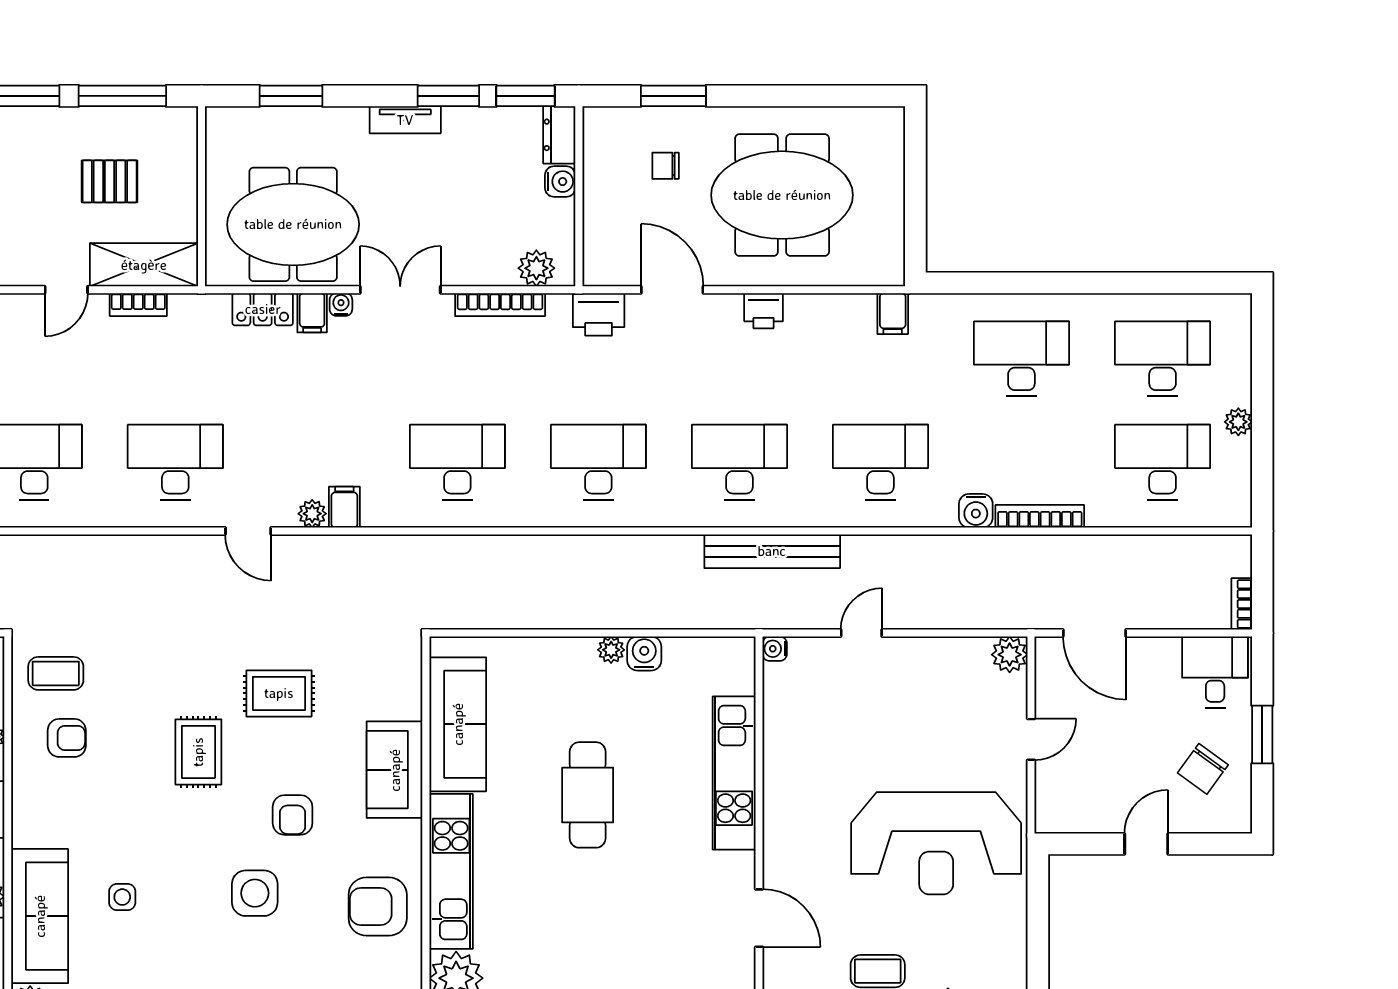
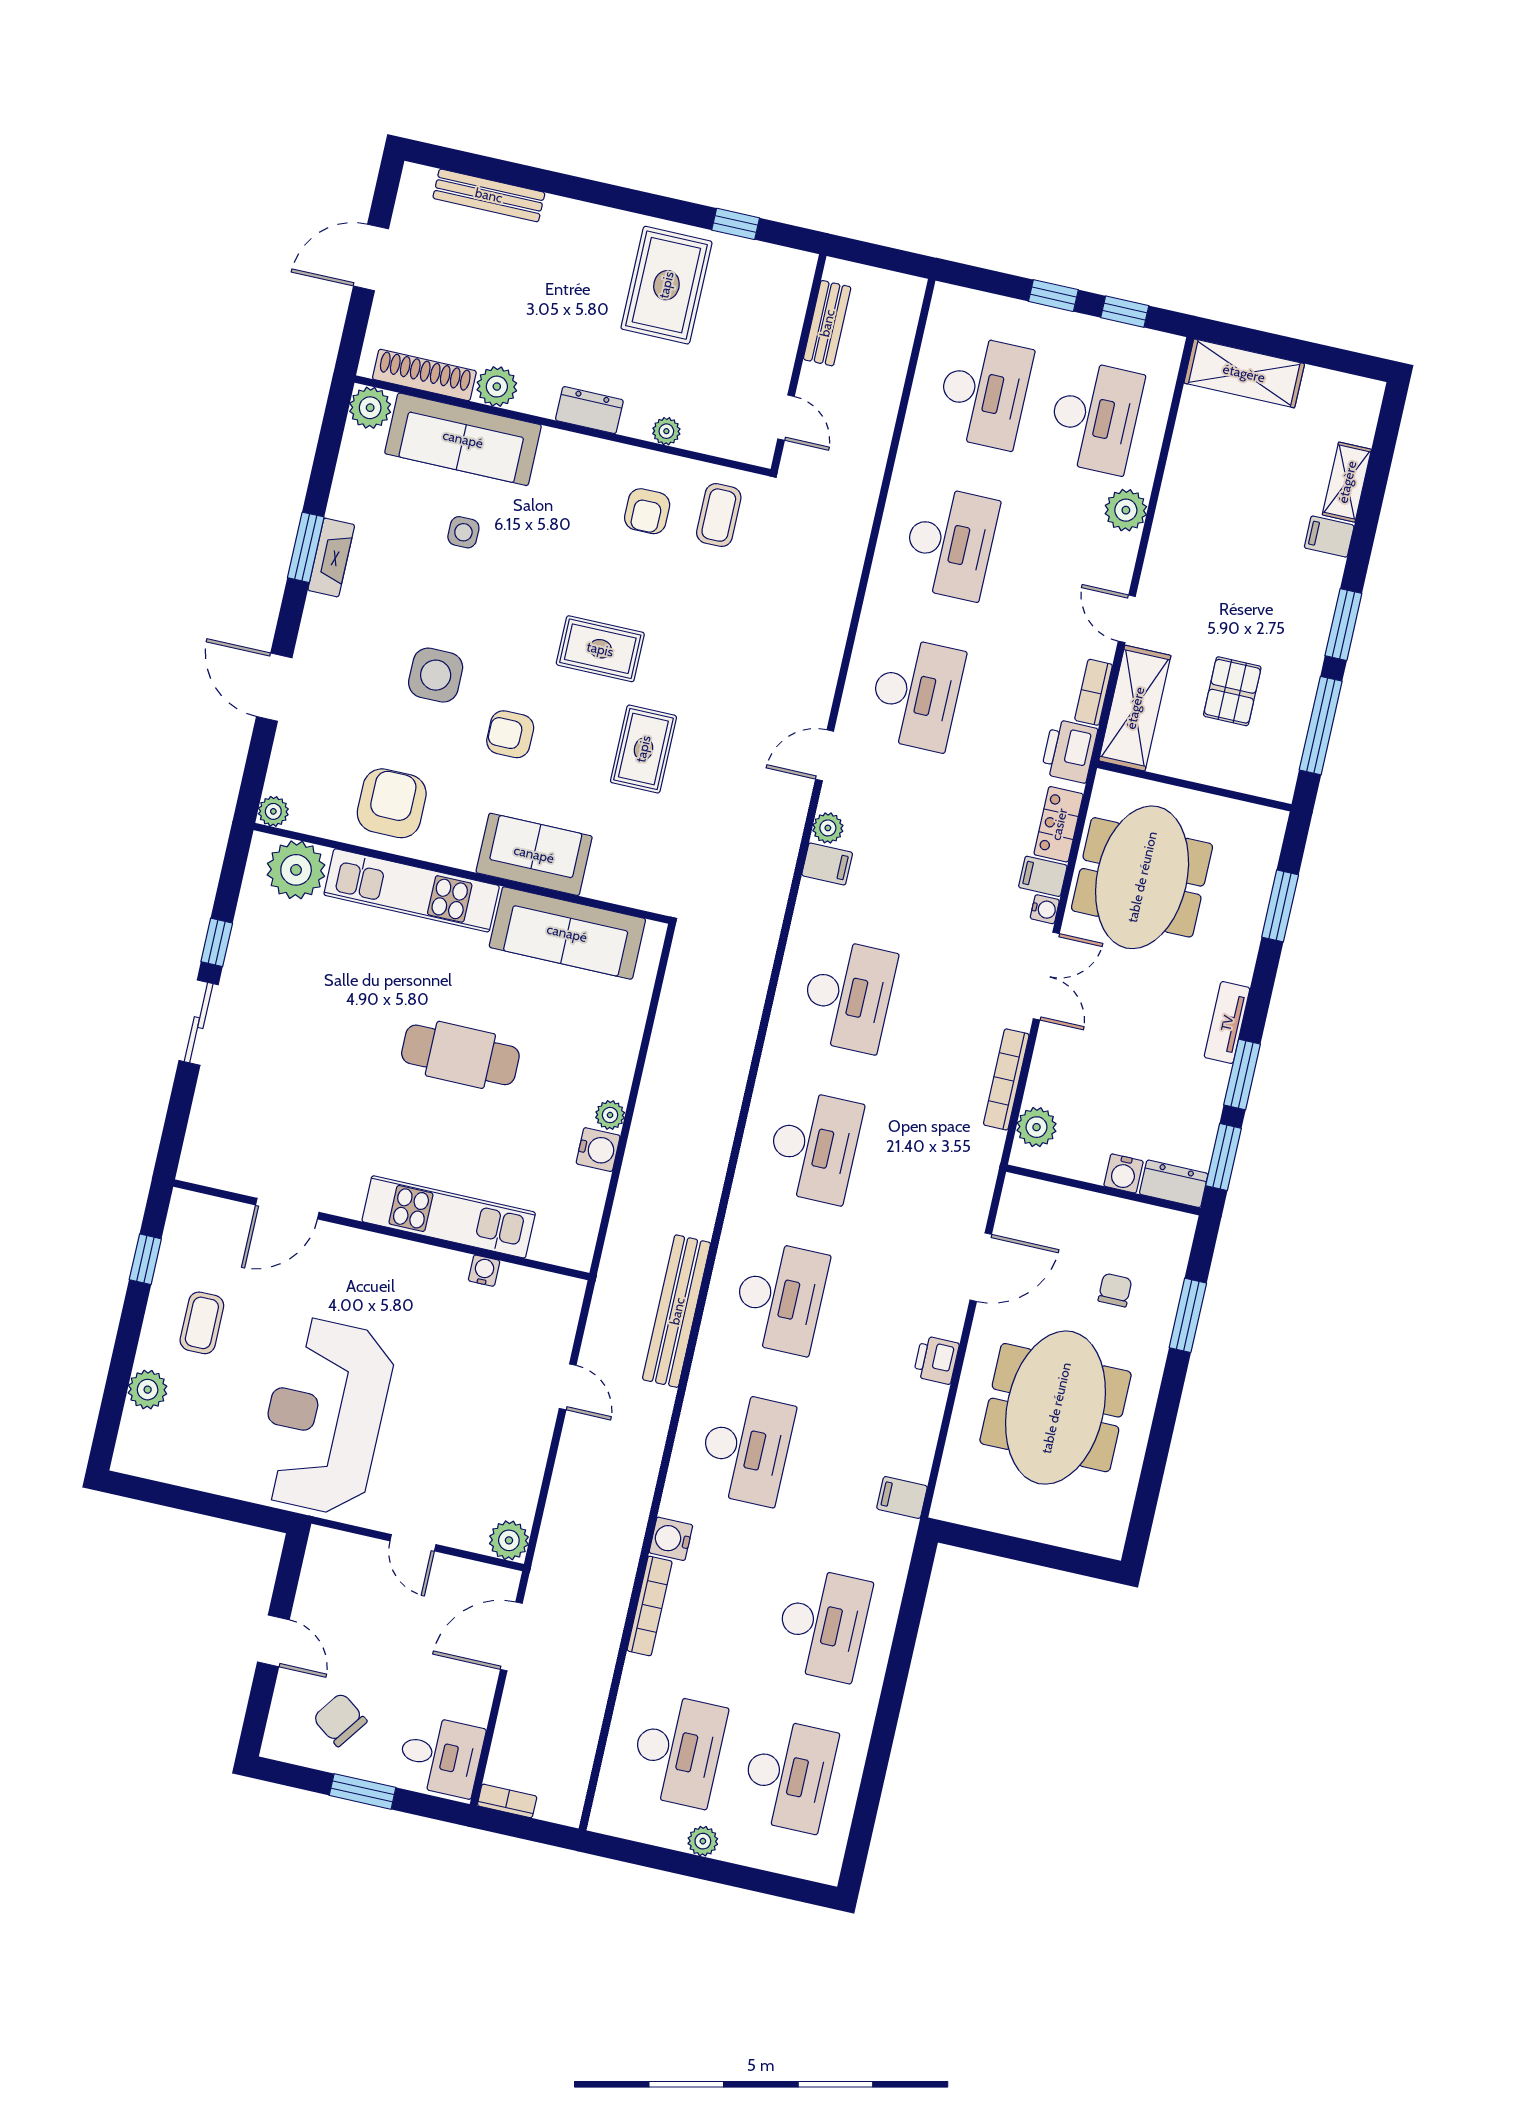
printer: (599, 314) -> (1069, 751), moved
water cooler: (775, 649) -> (484, 1271), moved

